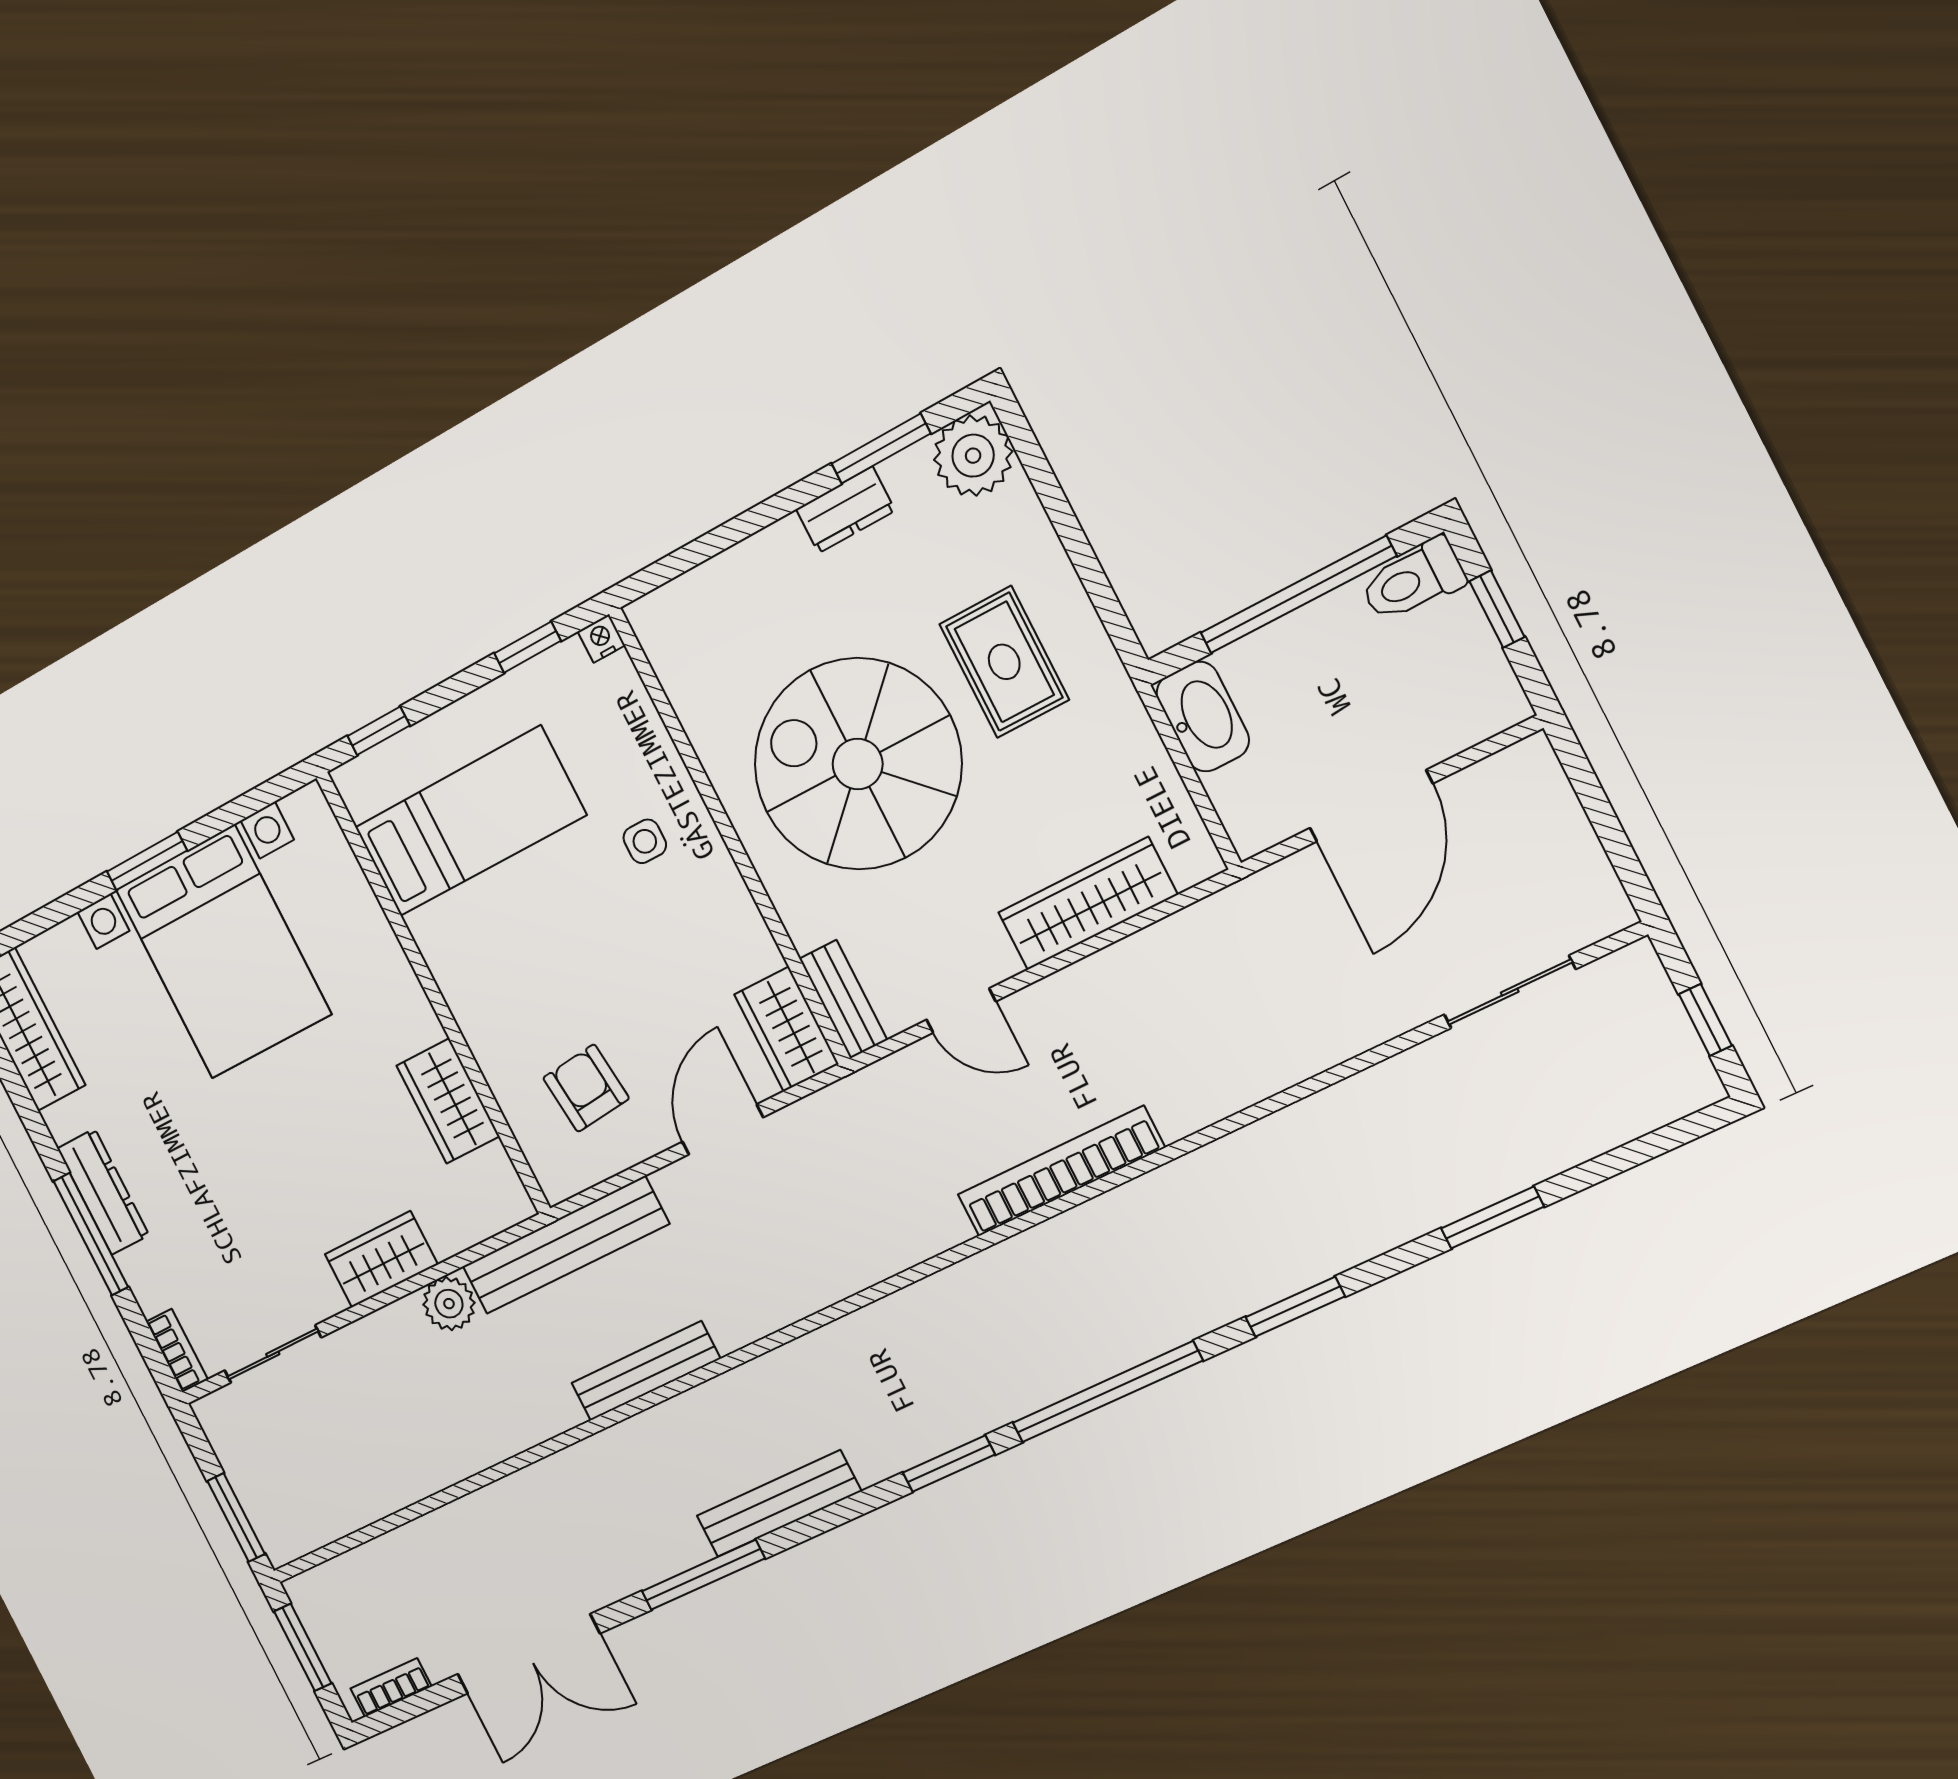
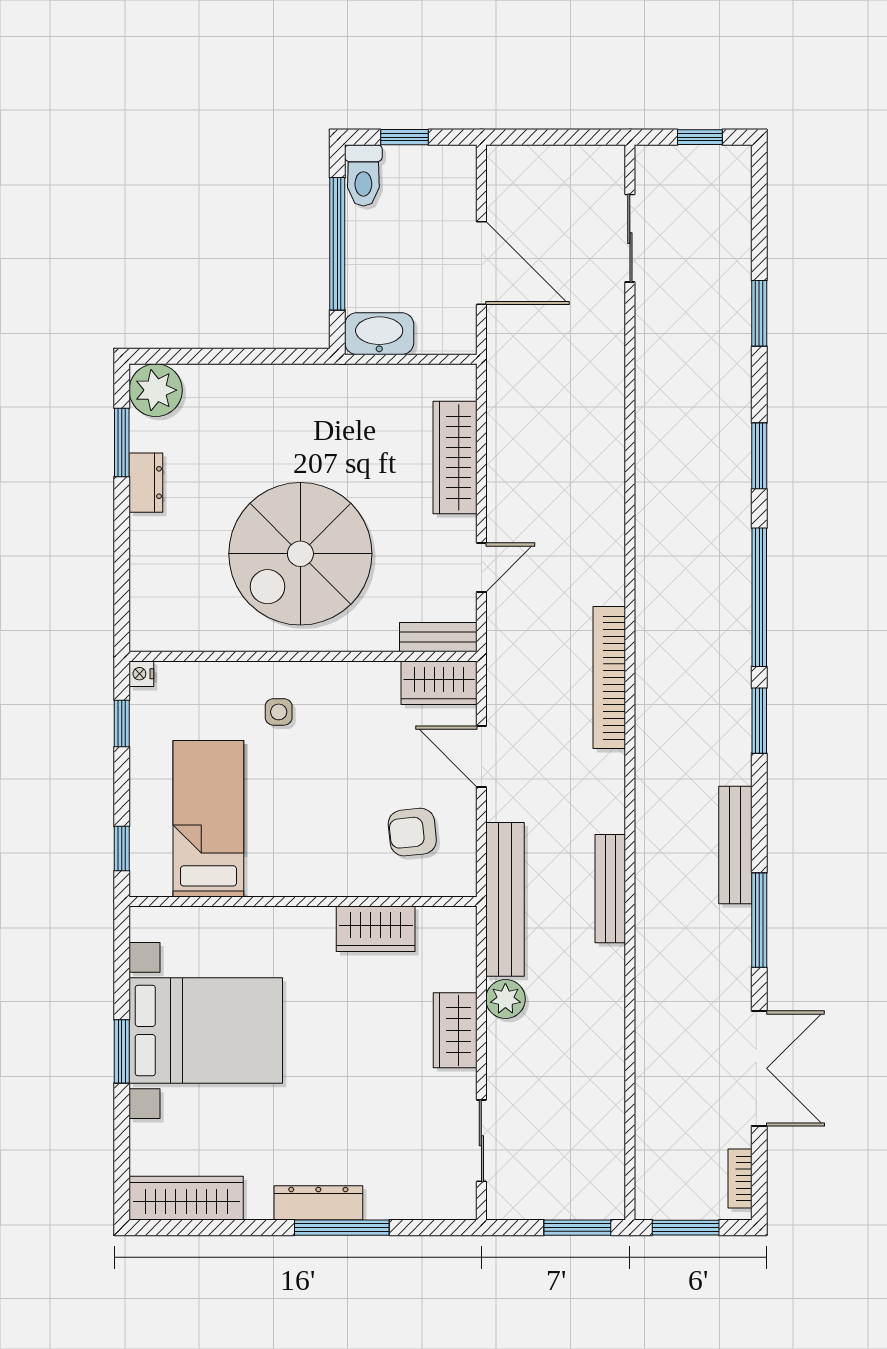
rug: (1004, 662) -> (286, 434), removed
bookcase: (1061, 1171) -> (609, 678), moved
bookcase: (177, 1351) -> (447, 1208), removed

